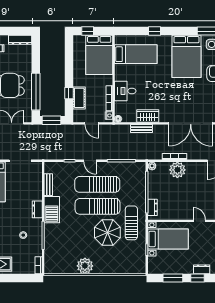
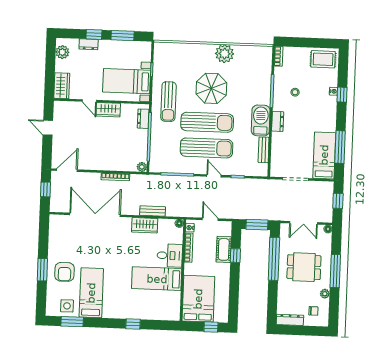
bed: (136, 54) -> (157, 279), moved
bed: (186, 56) -> (91, 293), width x0.67
plant: (177, 170) -> (112, 161), removed
wardrobe: (183, 214) -> (108, 110), added
parasol: (107, 232) -> (211, 88), moved

